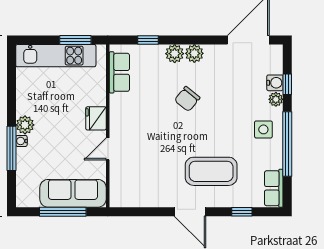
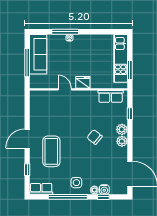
plant: (25, 125) -> (79, 40), removed
sofa: (73, 193) -> (38, 54), moved

